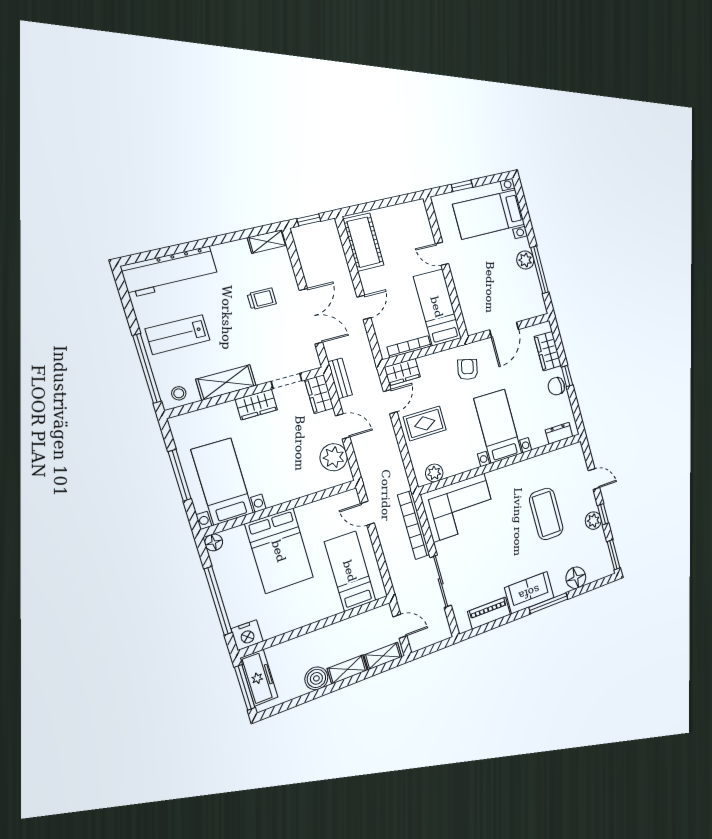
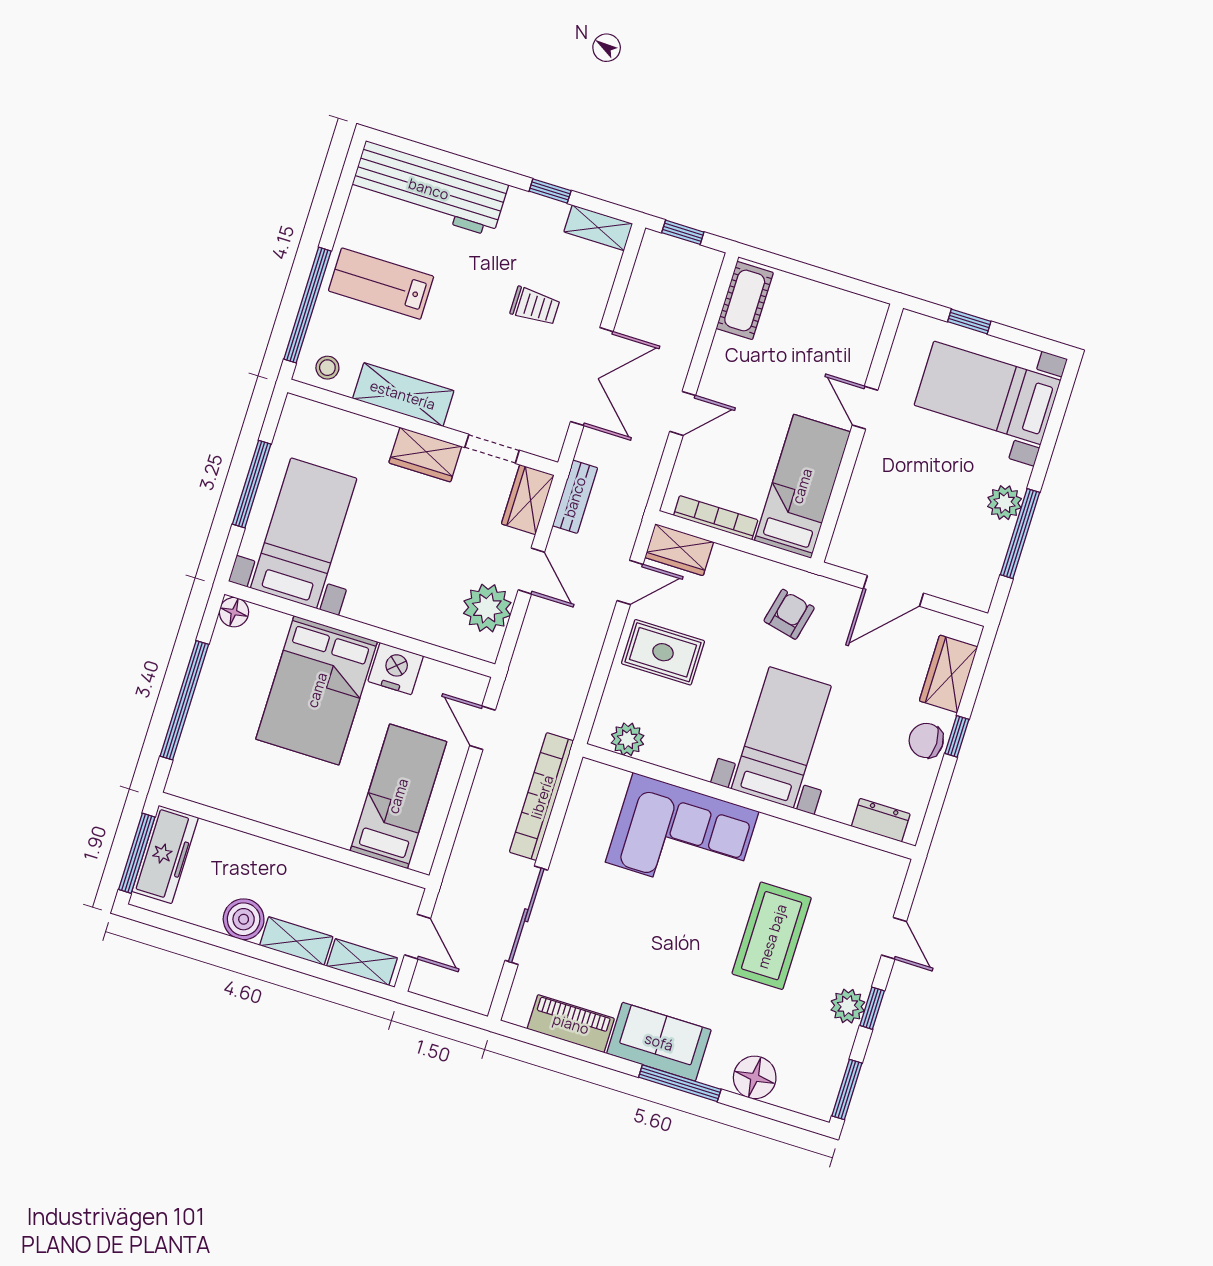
window: (232, 237) -> (550, 191), added
cot: (363, 242) -> (745, 300), width x0.73, depth x0.75
corner sofa: (459, 508) -> (682, 837), moved
nightstand: (247, 635) -> (396, 669), moved, turned 180

